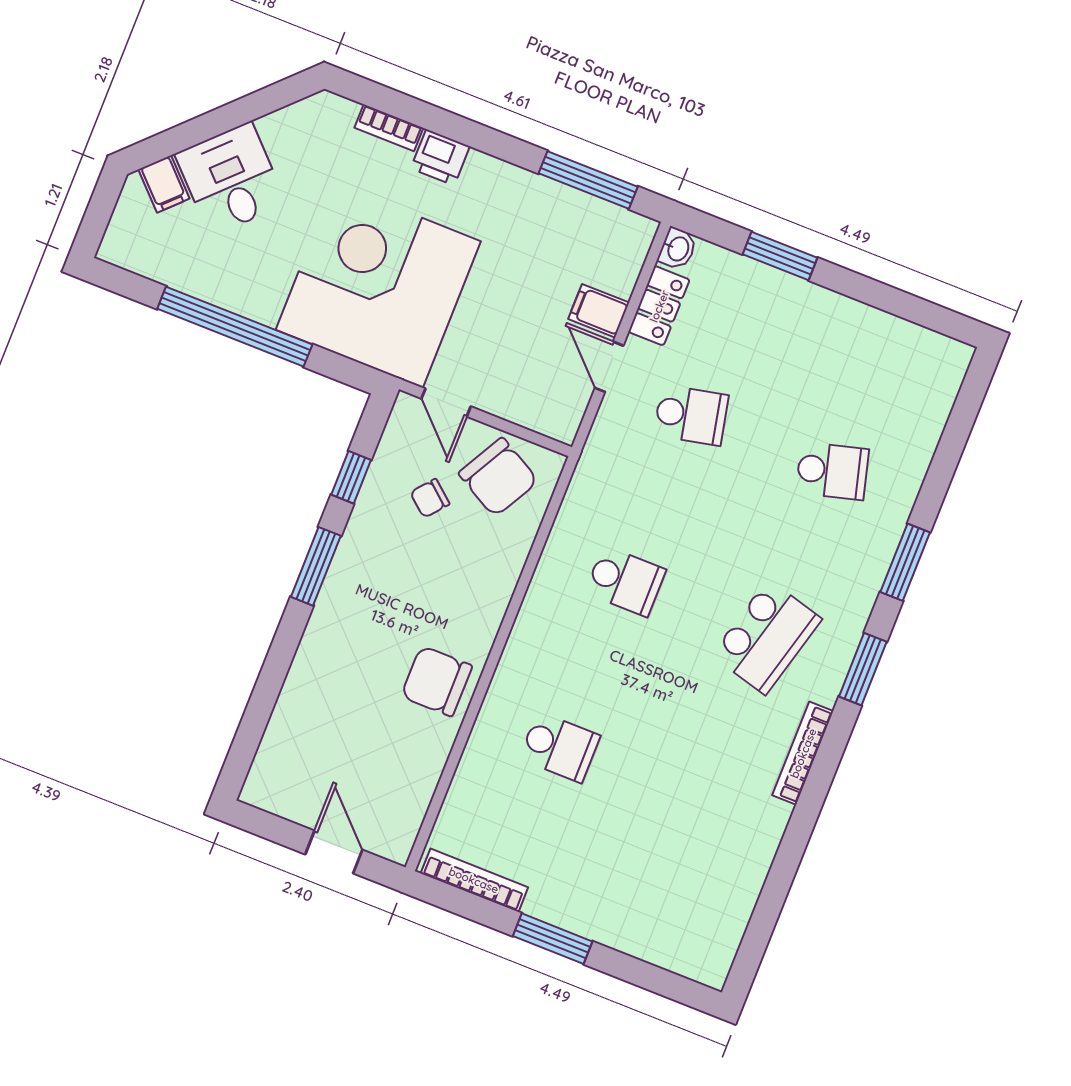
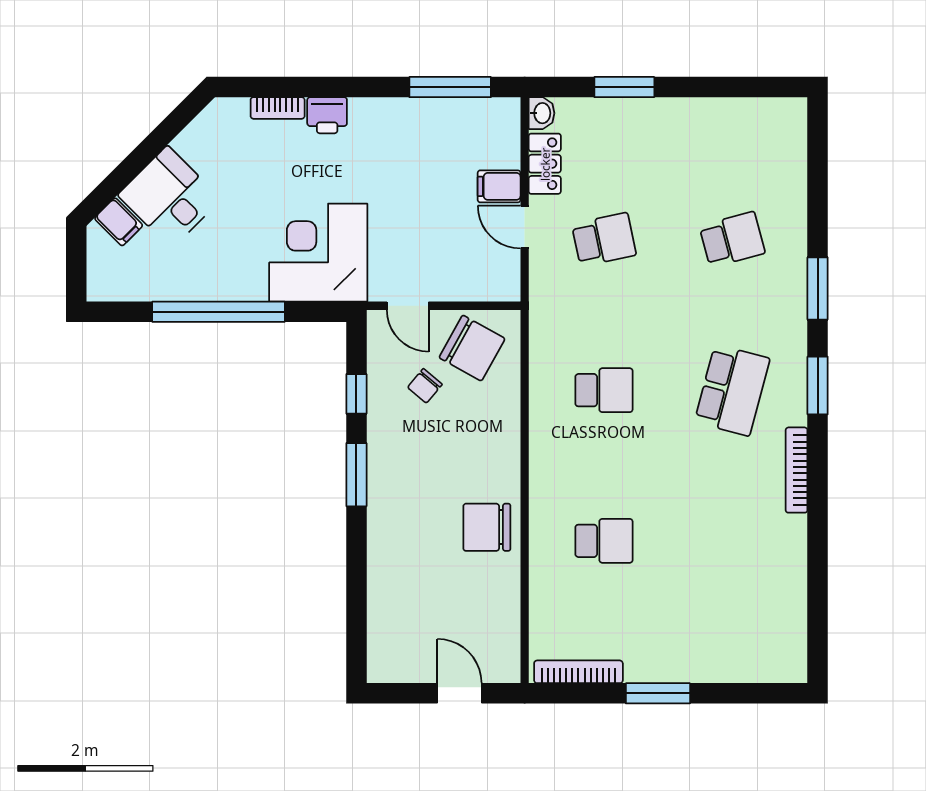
corner desk: (378, 285) -> (318, 253), width x0.74, depth x0.74

